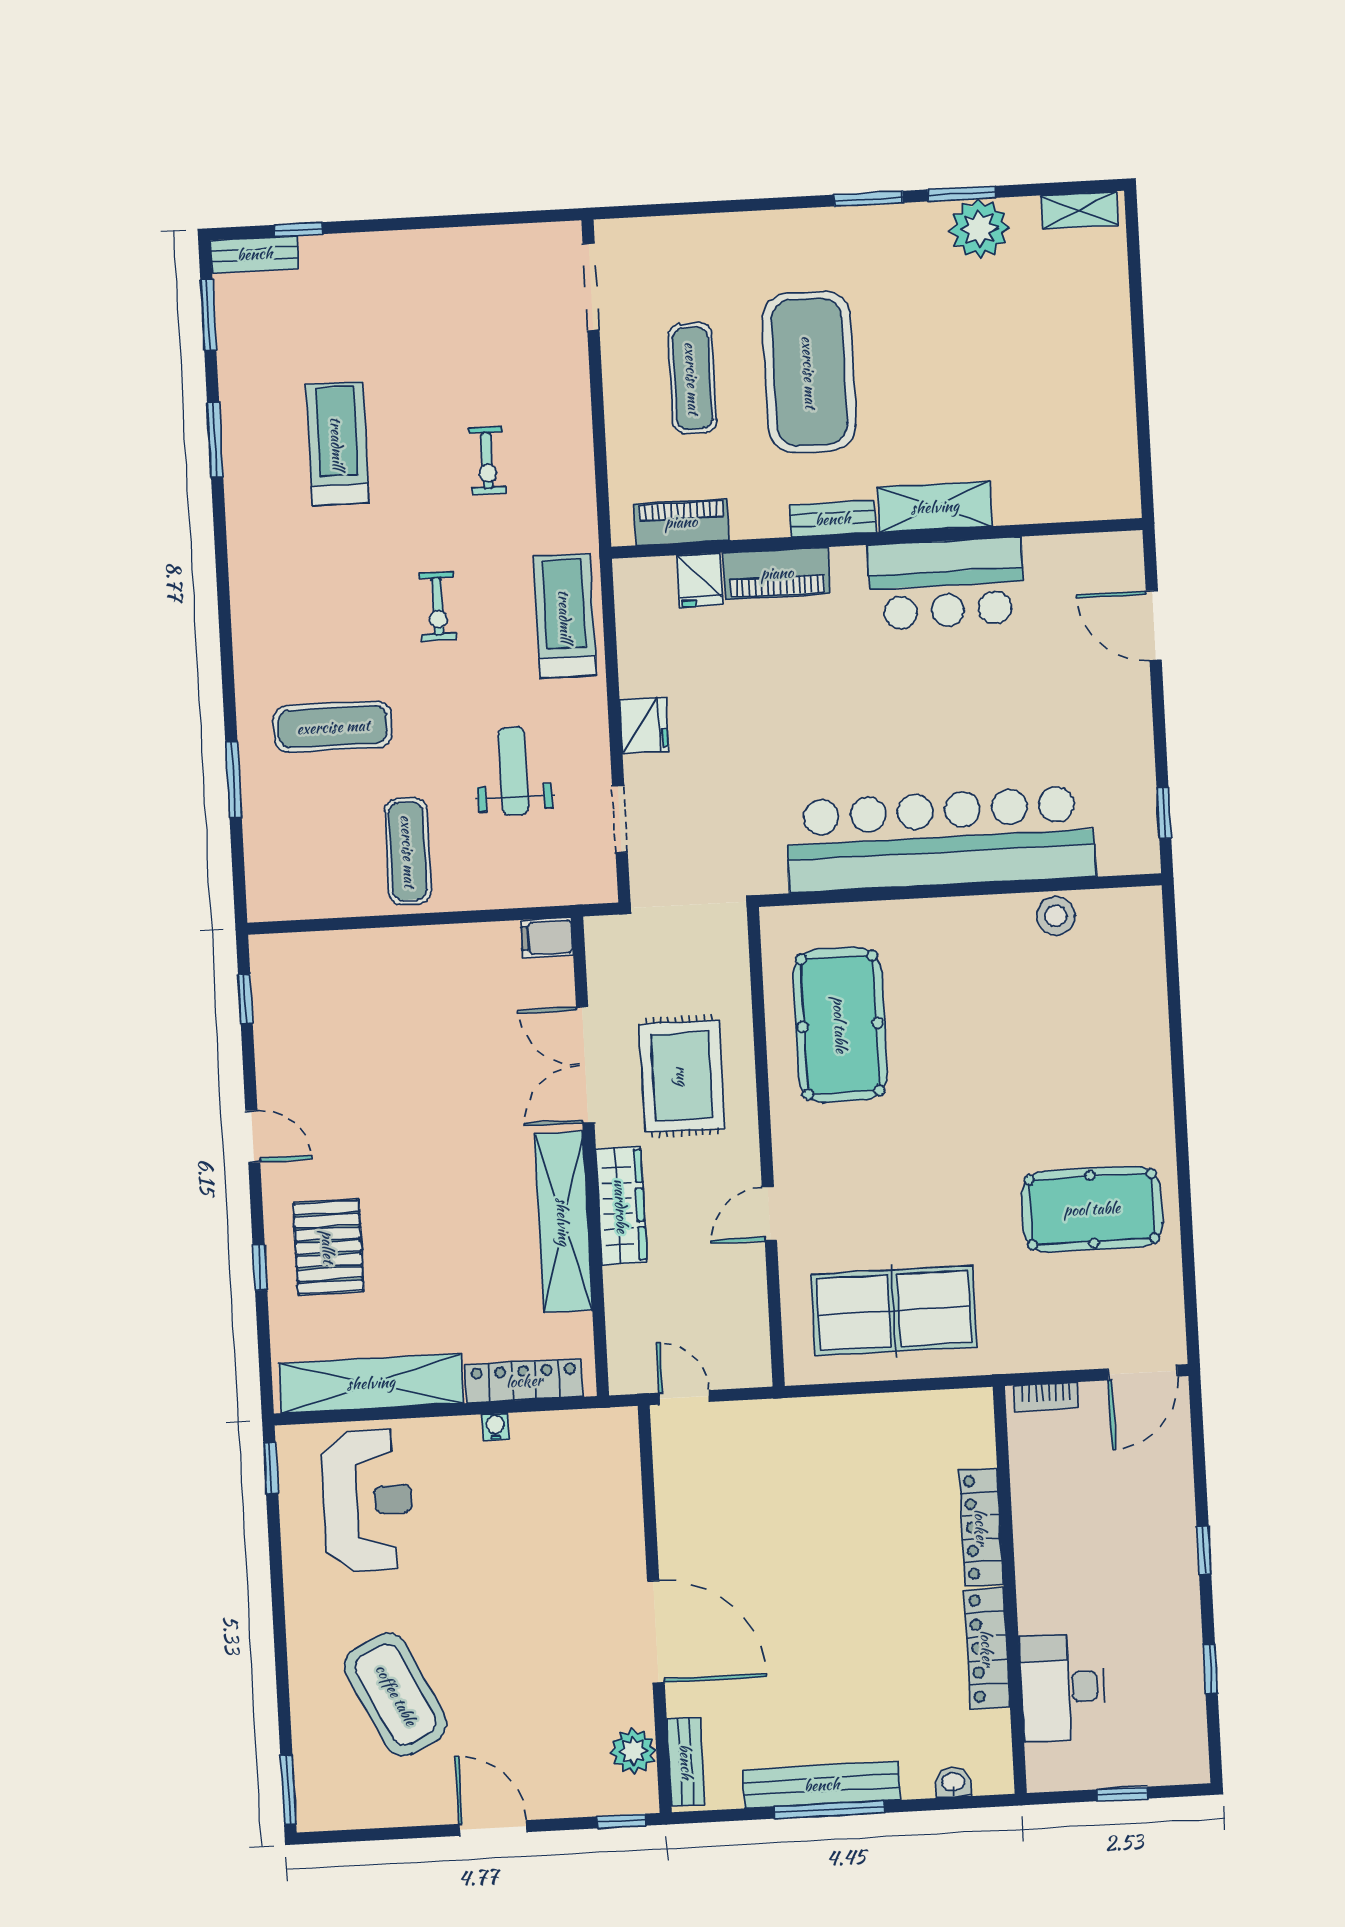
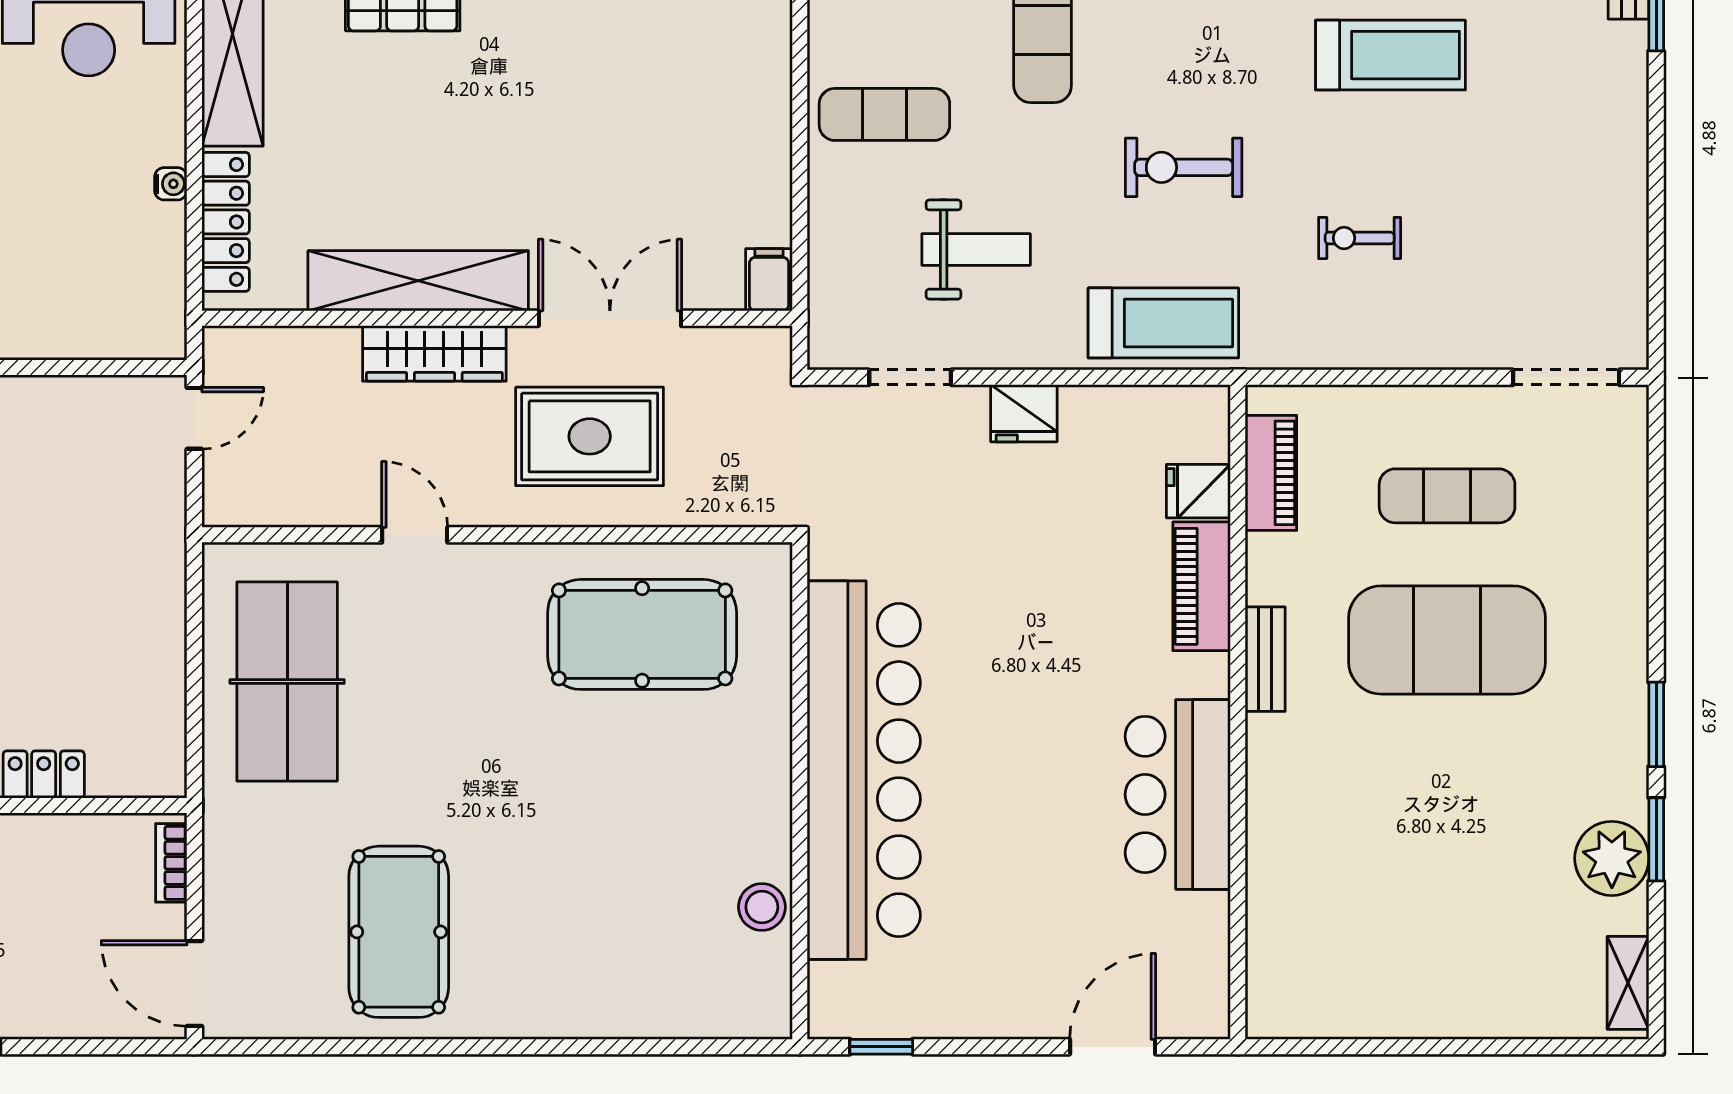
shelving: (935, 507) -> (1273, 785), removed
exercise bike: (438, 606) -> (1184, 167), width x1.38, depth x1.39

